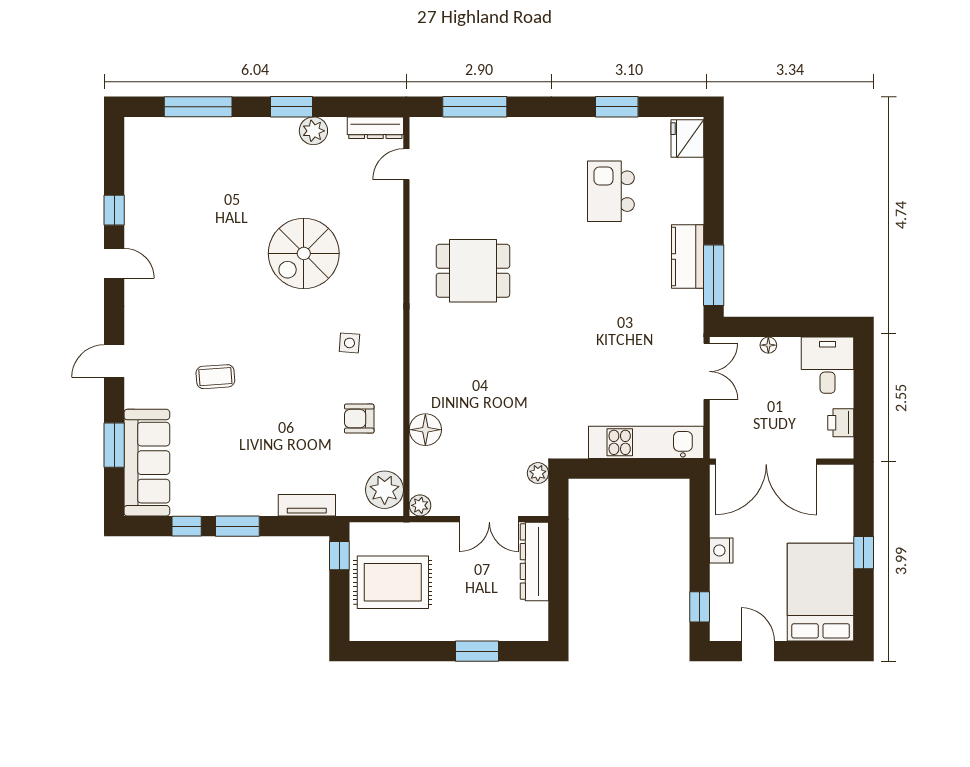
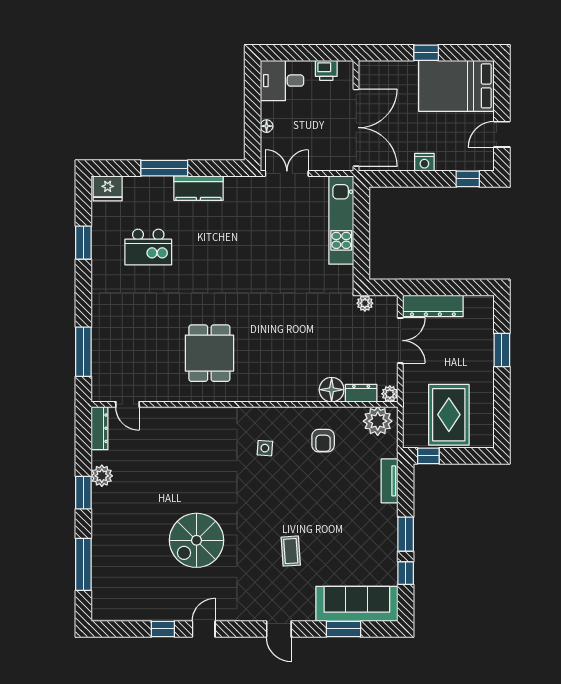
spiral stairs: (304, 253) -> (196, 540), moved, turned 90
window: (714, 275) -> (164, 168), moved
dresser: (421, 468) -> (361, 393), added

